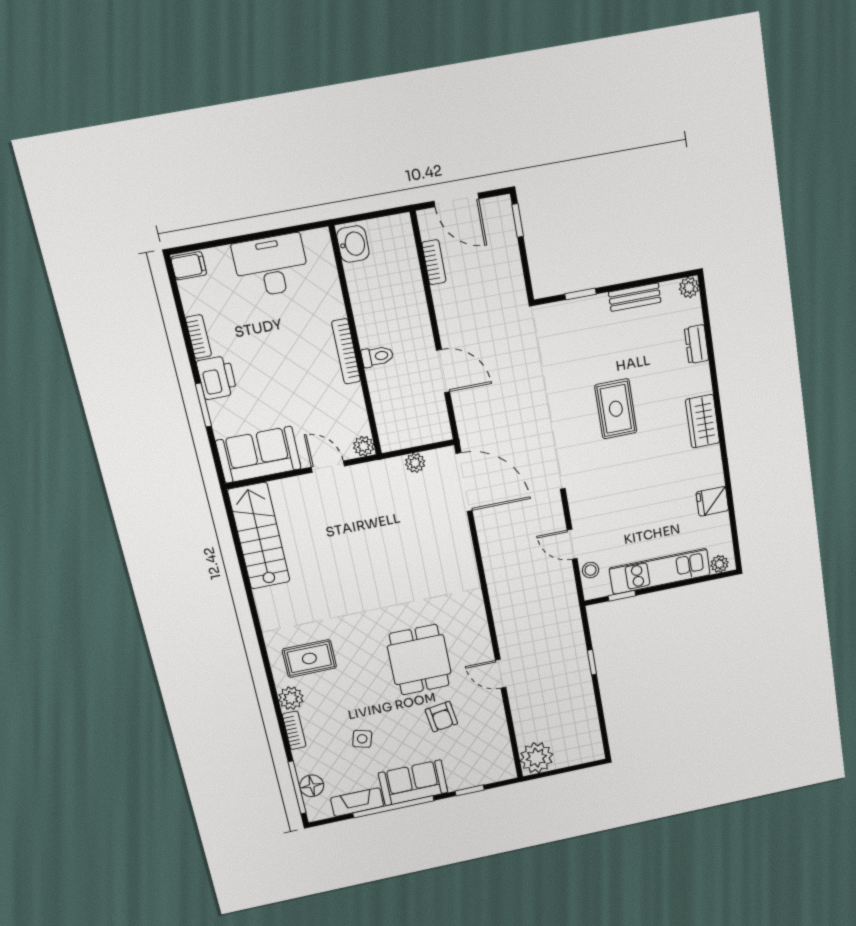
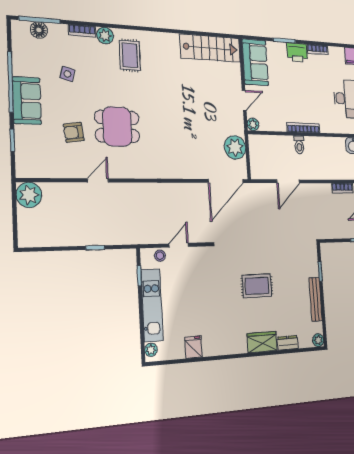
bench: (635, 297) -> (316, 299), width x1.36
wardrobe: (703, 421) -> (262, 342), moved
plant: (415, 463) -> (235, 147), width x1.88, depth x1.88
fireplace: (357, 802) -> (20, 57), removed

